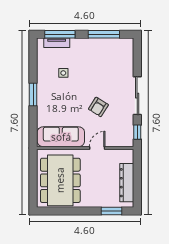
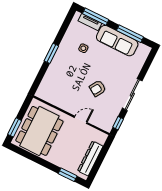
sofa: (61, 137) -> (117, 41), moved, turned 180
window: (33, 189) -> (15, 127), added

